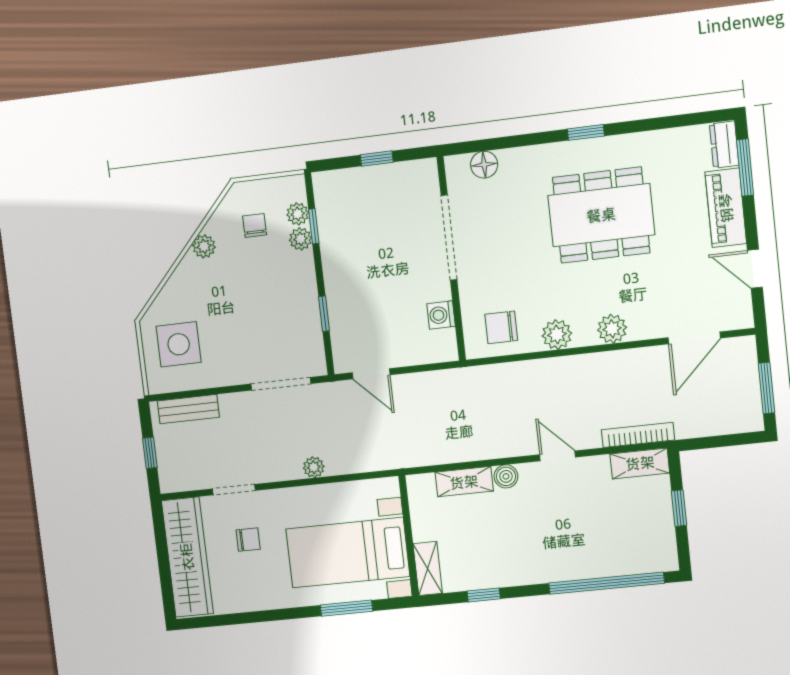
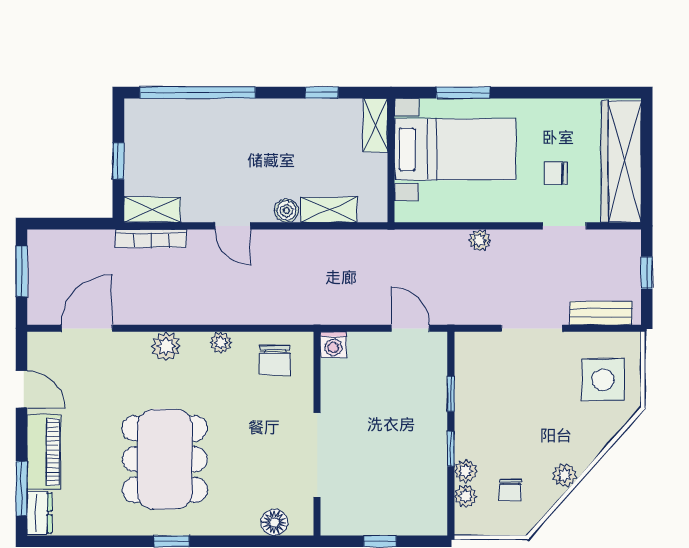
dining table: (601, 215) -> (165, 459), turned 90
window: (314, 226) -> (451, 449), moved
washing machine: (441, 315) -> (333, 345), moved, turned 90
chair: (501, 327) -> (275, 360), turned 90
plant: (557, 335) -> (221, 343), width x0.73, depth x0.73
doorway: (281, 384) -> (532, 328), moved

